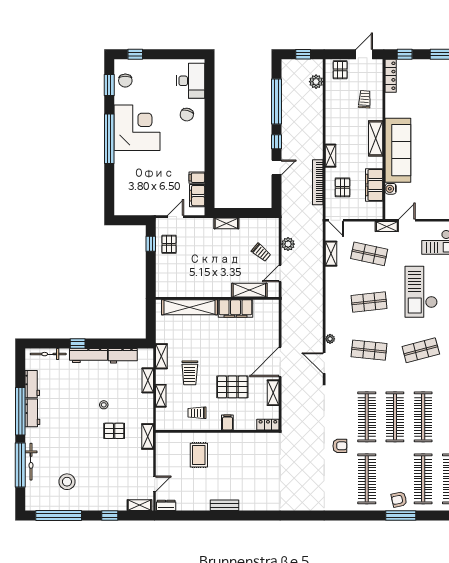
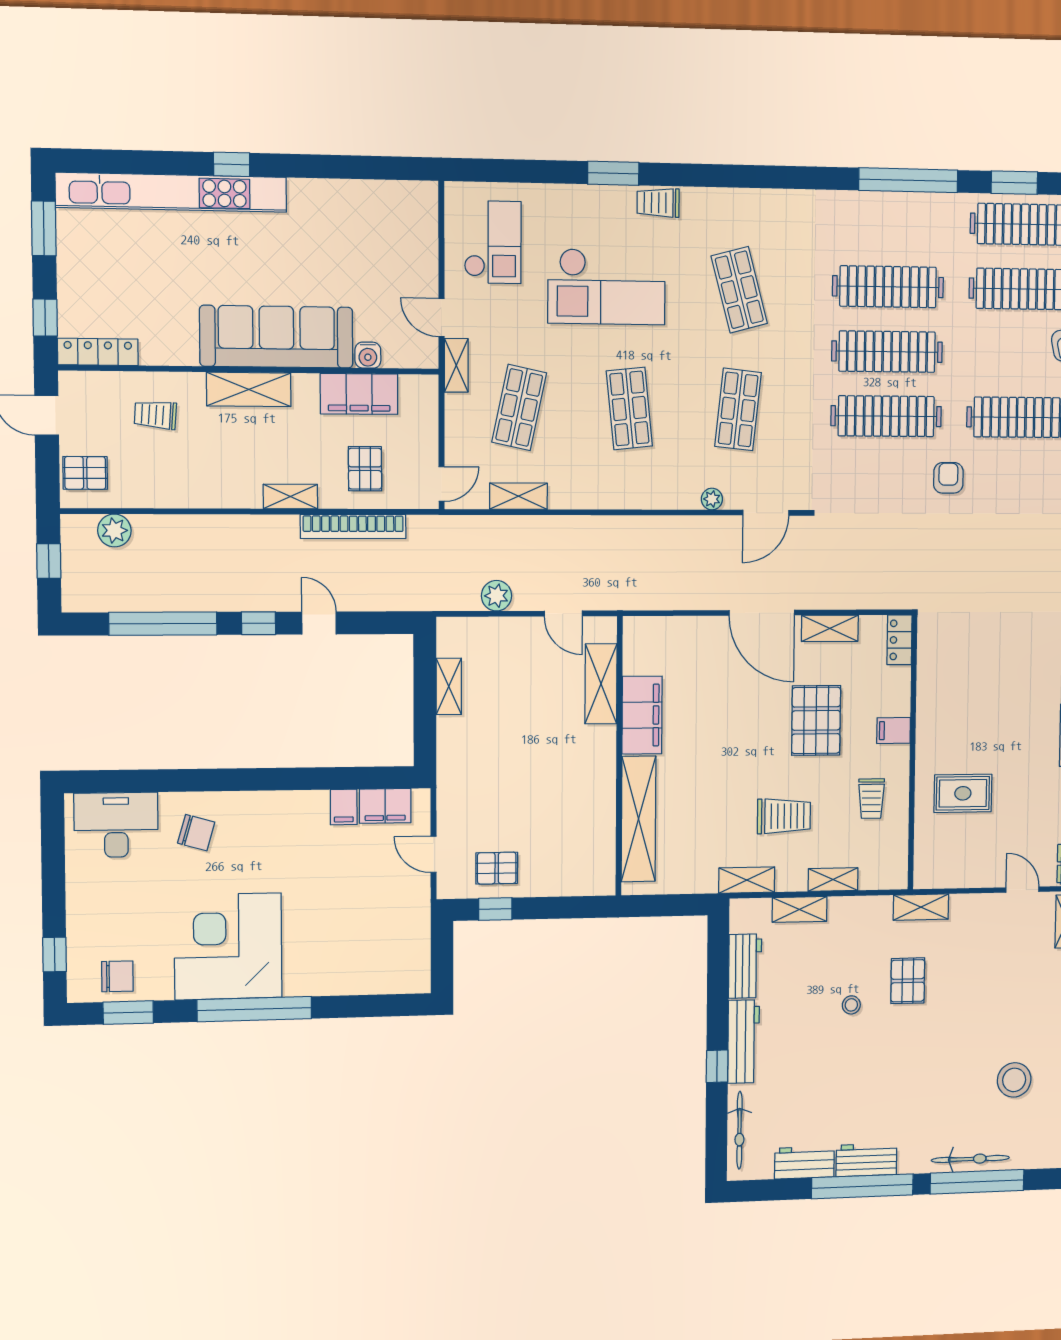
pallet: (343, 187) -> (365, 469), turned 90
shelving: (226, 223) -> (449, 686), moved
trolley: (261, 252) -> (515, 658), removed

